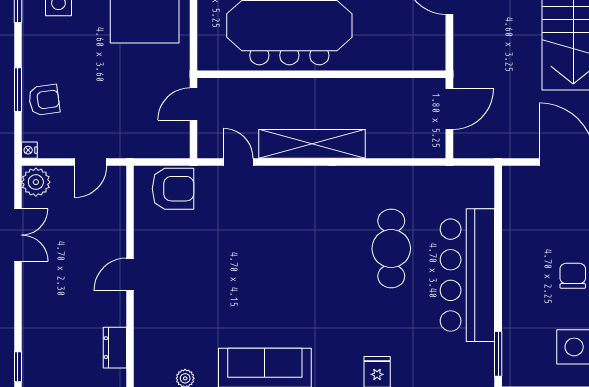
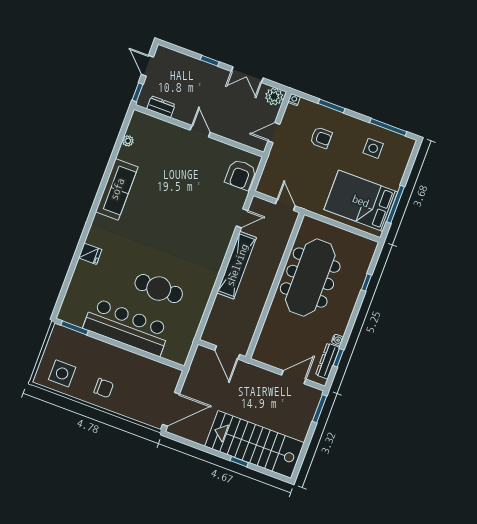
armchair: (44, 100) -> (321, 138), moved, turned -82
door: (91, 162) -> (274, 133), hinge flipped
window: (18, 367) -> (210, 61), moved

